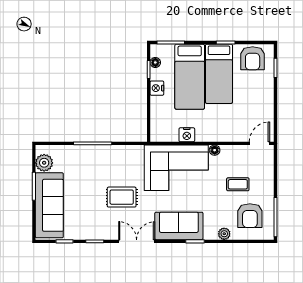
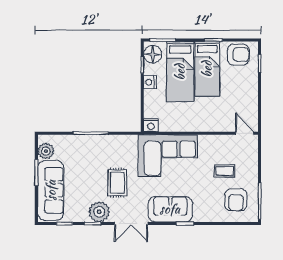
armchair: (253, 58) -> (238, 55), turned -90
floor lamp: (155, 62) -> (153, 54), width x1.89, depth x1.89
nightstand: (187, 135) -> (151, 125), moved
door: (259, 143) -> (245, 133), hinge flipped
floor lamp: (215, 150) -> (203, 139), removed
rug: (122, 197) -> (117, 183), turned 90
plant: (224, 234) -> (99, 212), moved, width x1.87, depth x1.87
double door: (137, 241) -> (131, 224), swing flipped

